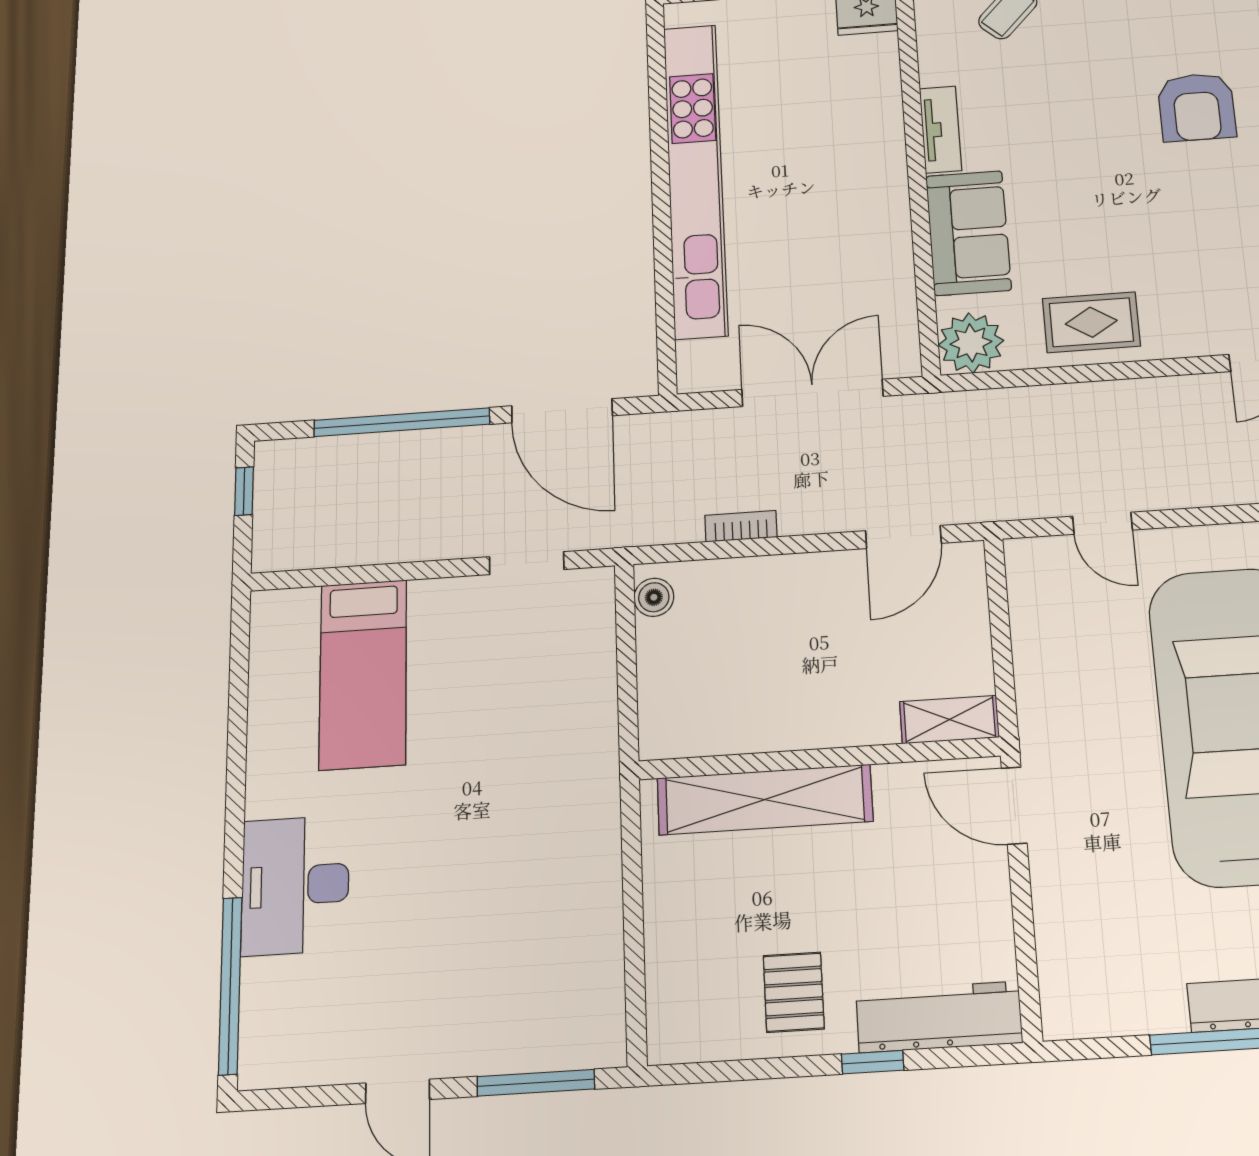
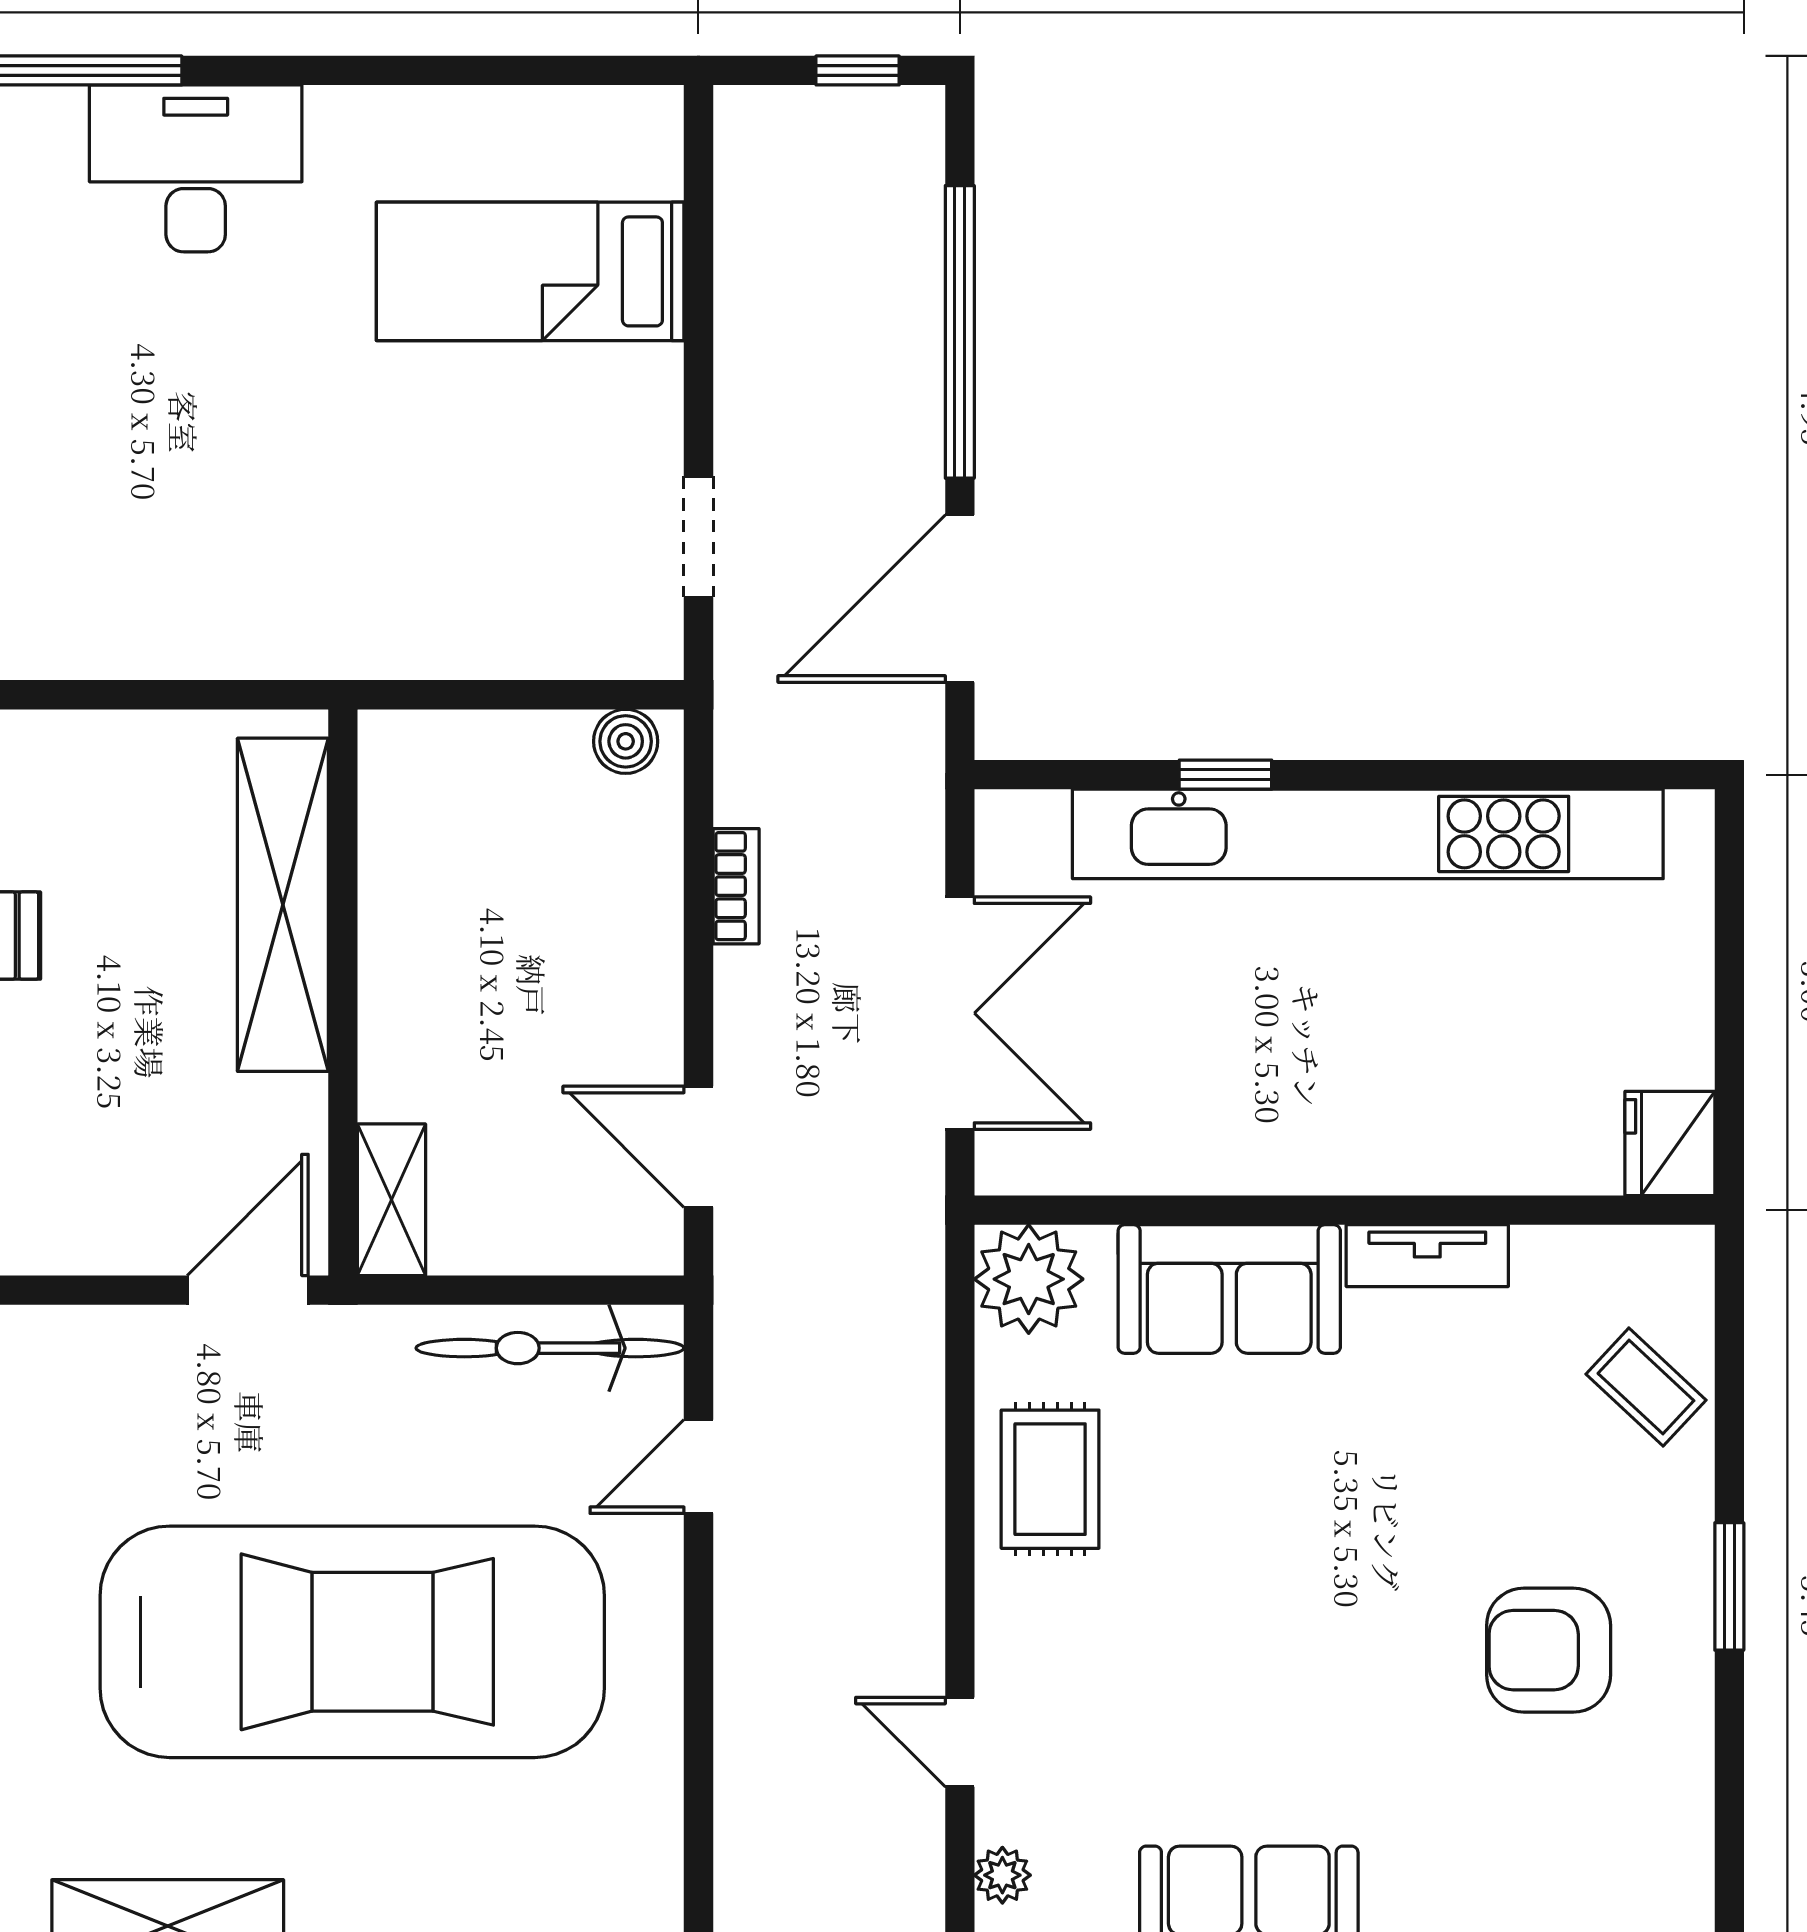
armchair: (1197, 107) -> (1549, 1650), moved
window: (663, 257) -> (1225, 775), added
bicycle: (1036, 617) -> (550, 1348), added

